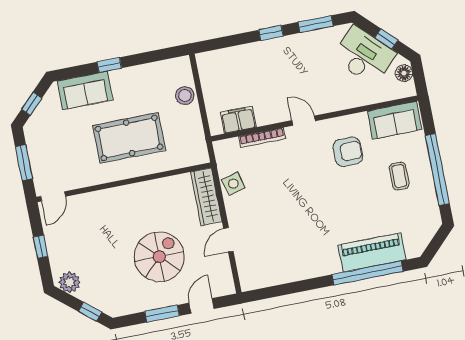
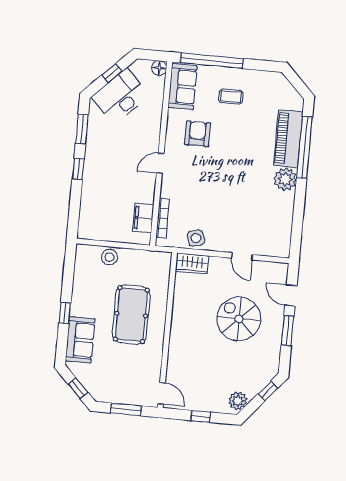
floor lamp: (404, 73) -> (159, 68), moved
bookcase: (262, 138) -> (163, 218), moved
window: (437, 170) -> (212, 61), moved
wardrobe: (206, 197) -> (192, 263), width x0.67
plant: (326, 262) -> (285, 179), added

